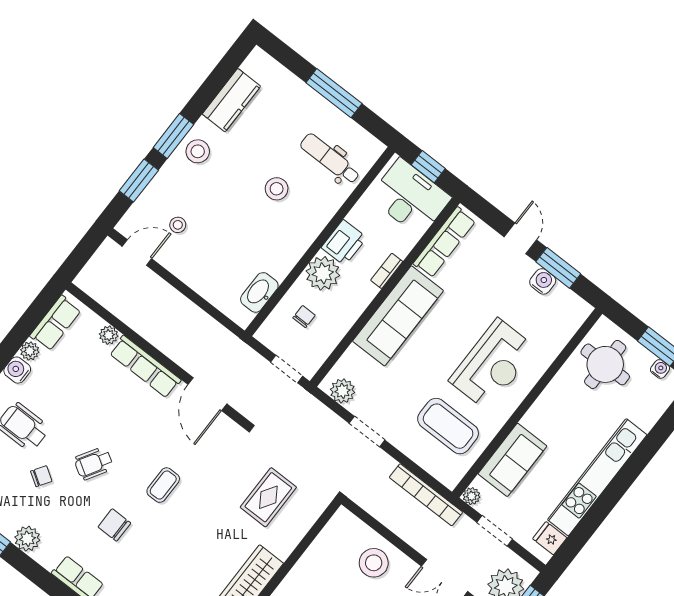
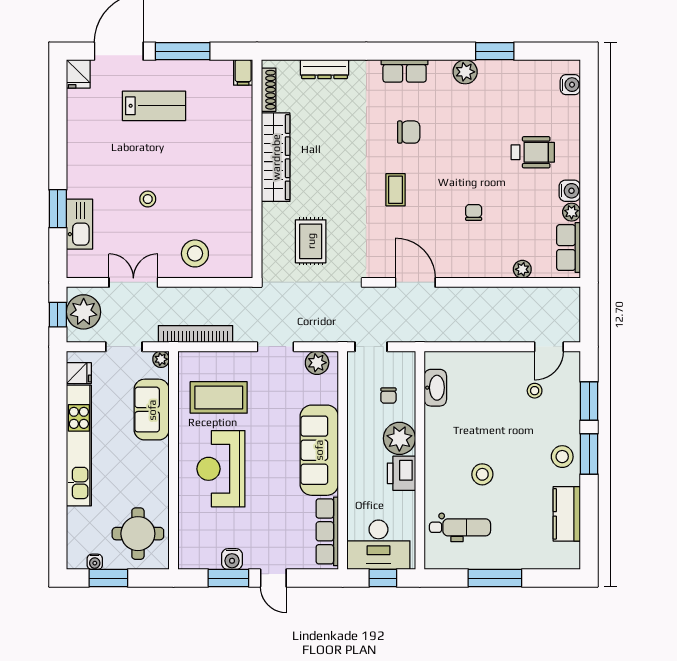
bookcase: (387, 271) -> (354, 477), removed
row of seats: (145, 367) -> (477, 267), removed
wheelchair: (94, 463) -> (459, 166), removed
chair: (41, 476) -> (474, 212), moved, turned 147

